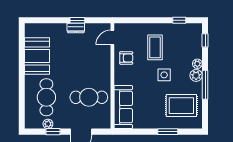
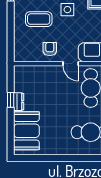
door: (112, 38) -> (71, 64), moved
booth: (37, 56) -> (26, 131), moved, turned 90

